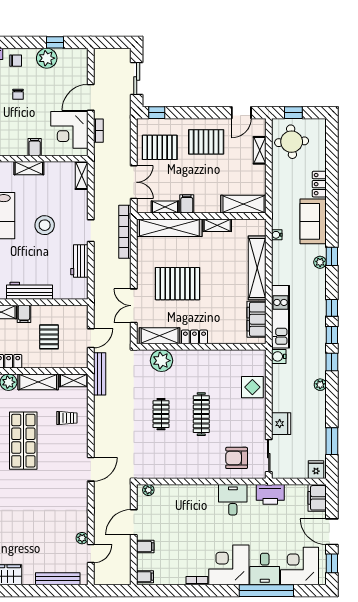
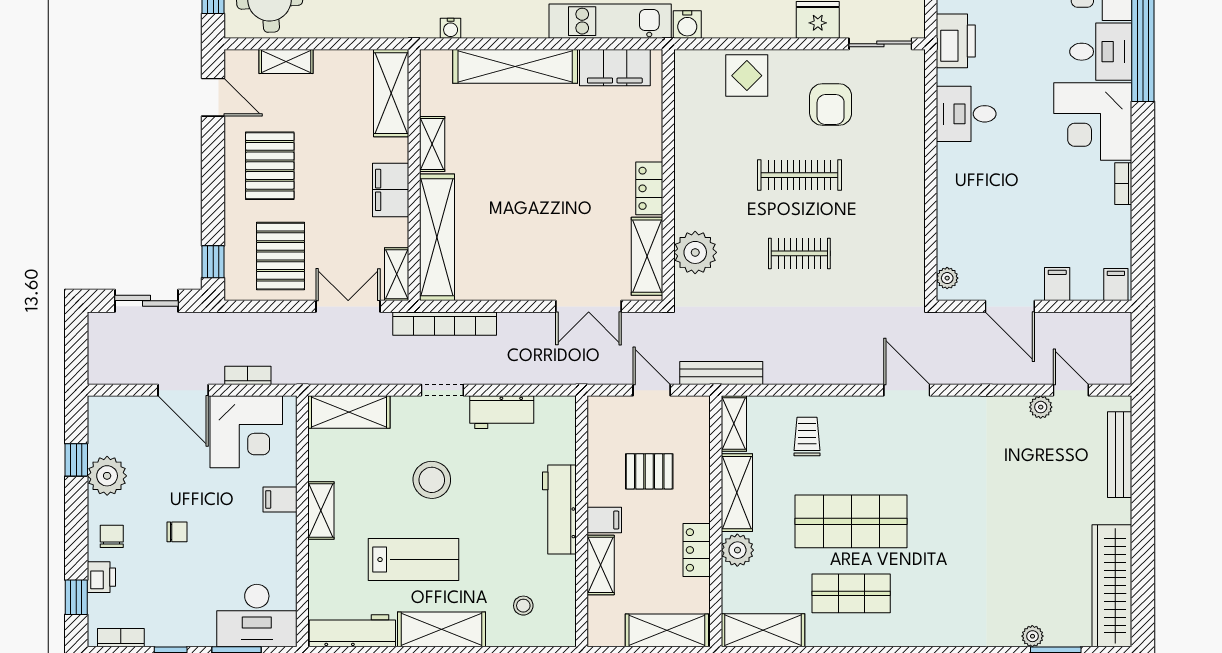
shelving: (82, 176) -> (349, 412), width x1.50, depth x1.33
filing cabinet: (187, 204) -> (391, 190), width x2.00
shelving: (165, 207) -> (397, 274), moved
pallet: (178, 284) -> (545, 221), removed
armchair: (237, 458) -> (831, 105), moved

